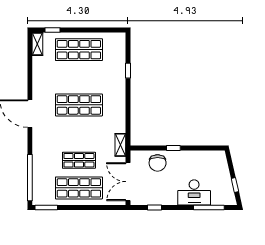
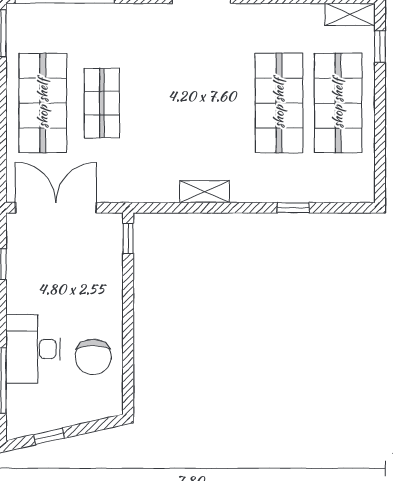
shop shelf: (79, 105) -> (279, 103), moved
shelving: (120, 145) -> (205, 192), moved
window: (173, 148) -> (128, 238), moved
chair: (158, 163) -> (93, 357), moved, turned -90

